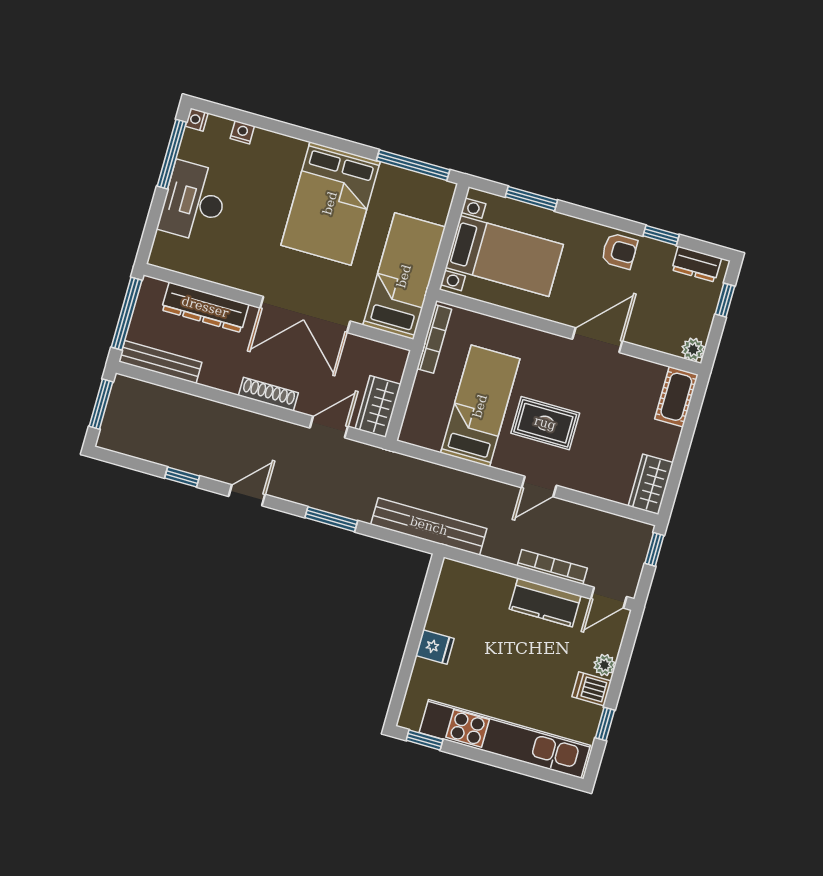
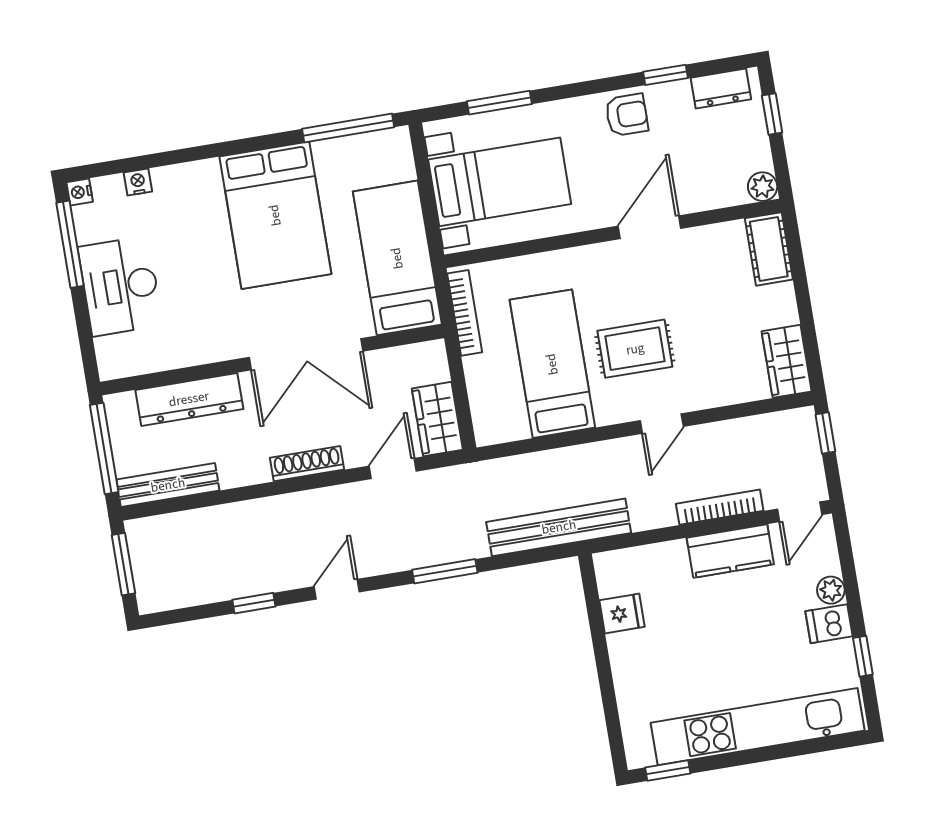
fridge: (435, 647) -> (622, 614), moved

